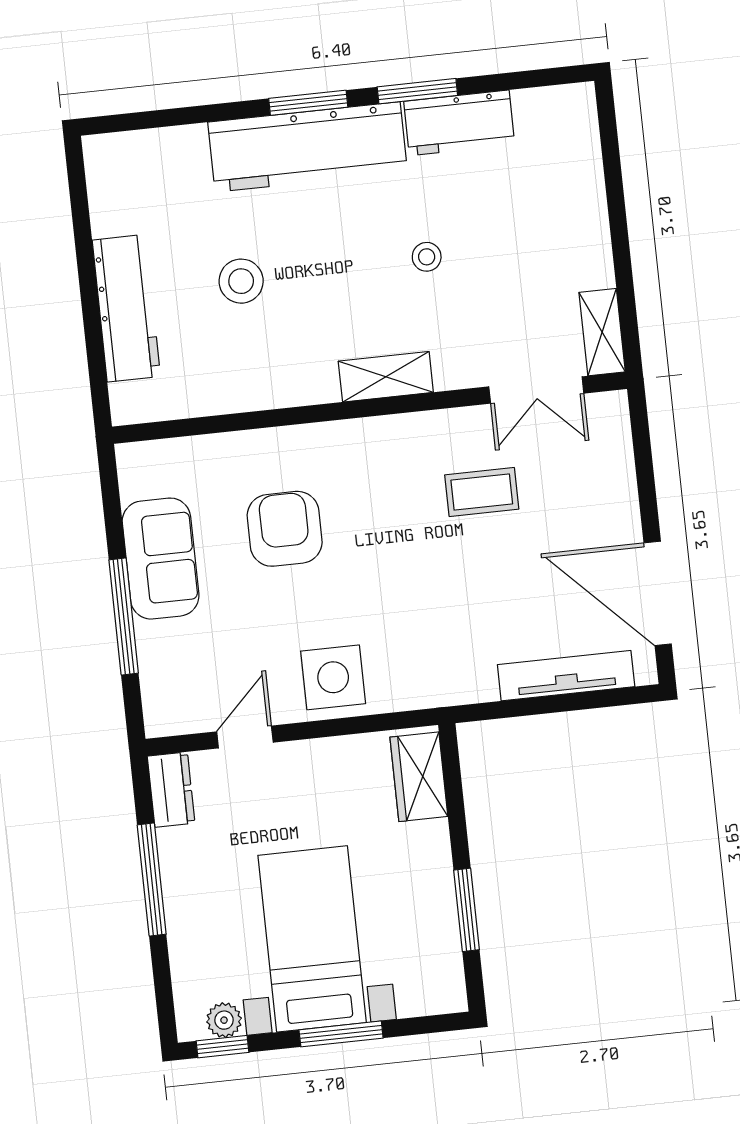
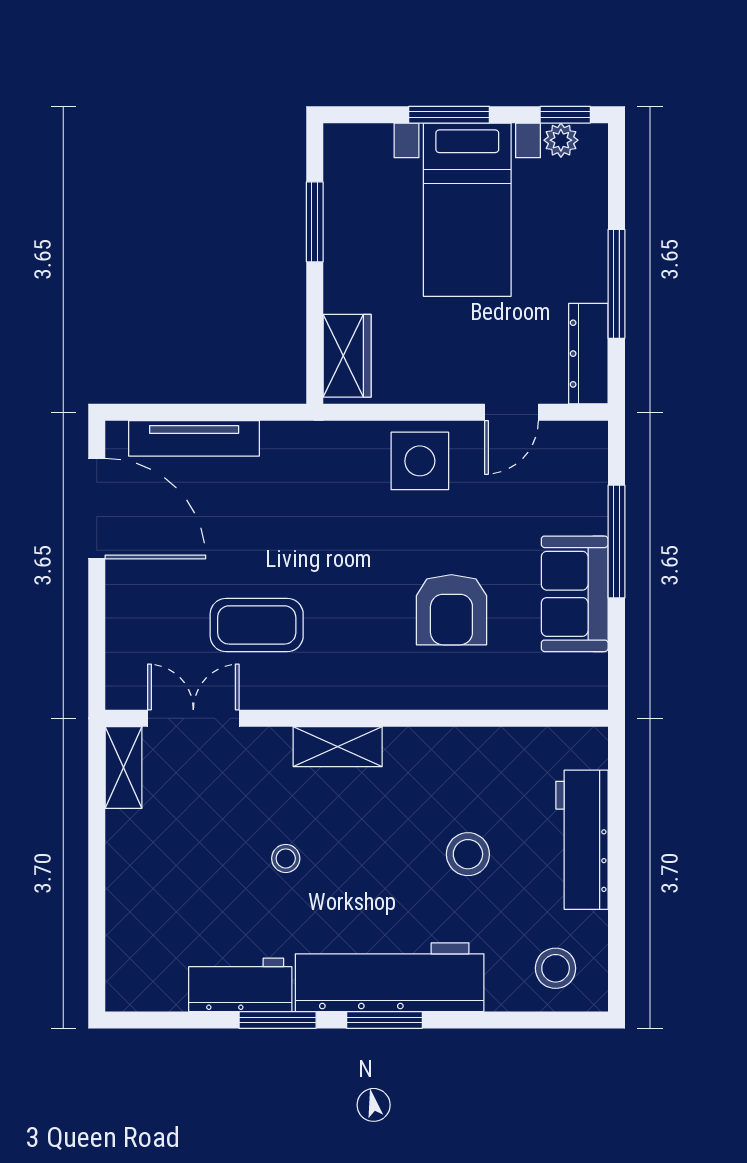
stool: (139, 174) -> (556, 968), added
coffee table: (482, 492) -> (257, 625), width x1.36, depth x1.30
dresser: (171, 790) -> (588, 354), width x1.44

